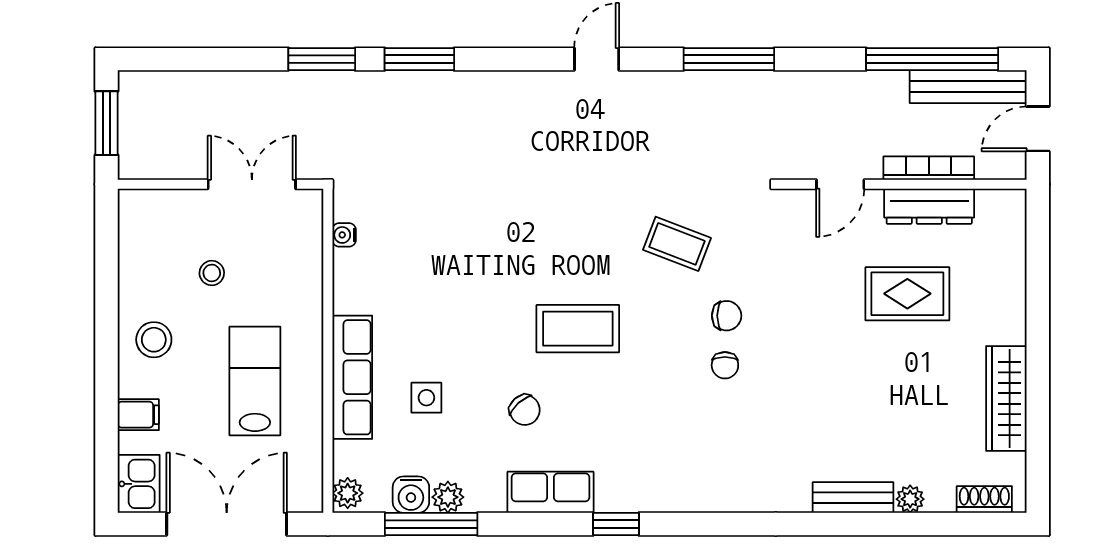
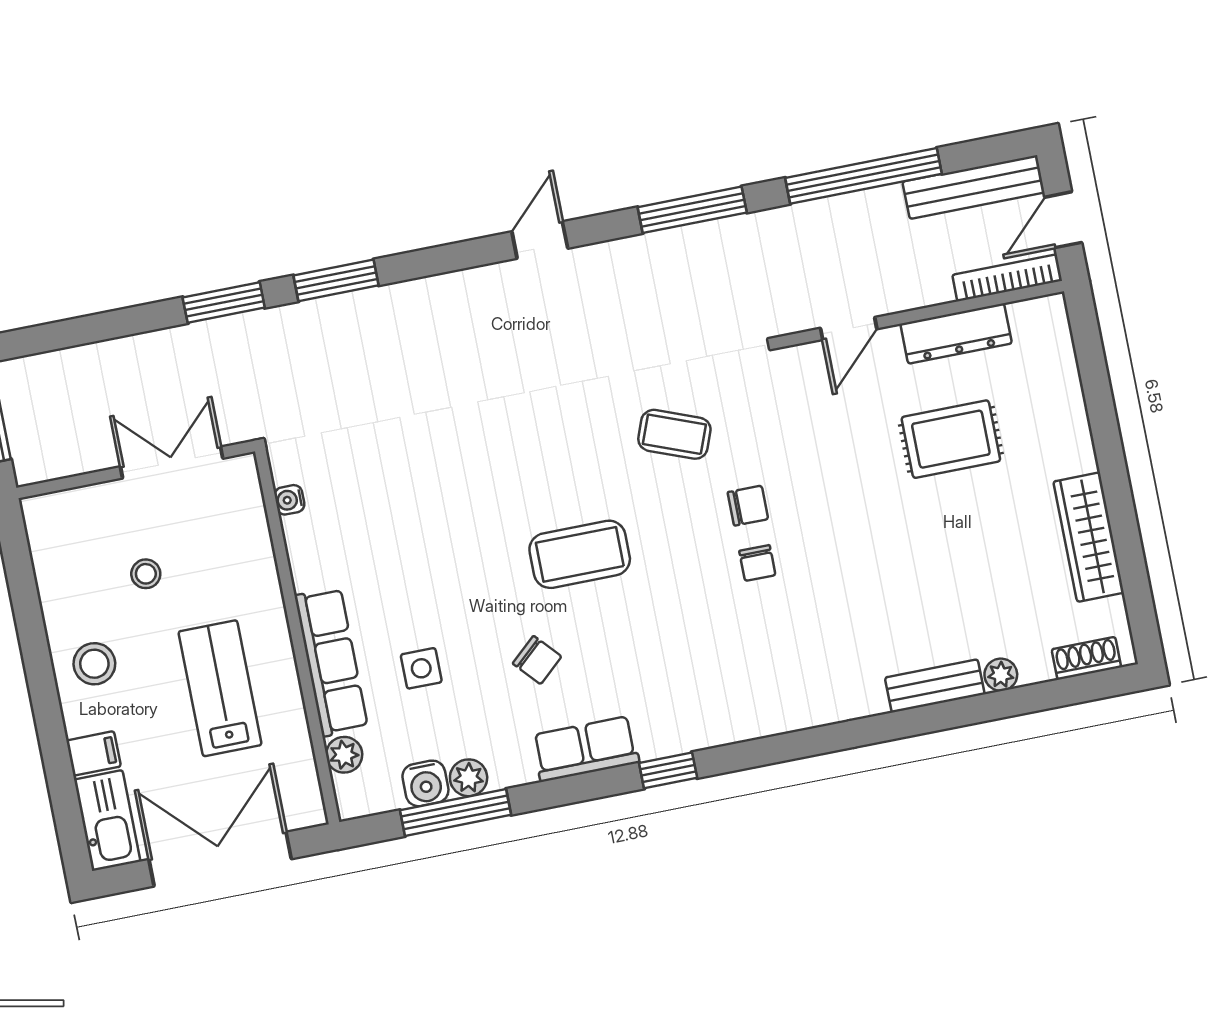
window: (932, 59) -> (864, 176), moved
bookcase: (929, 168) -> (1007, 278), moved
kitchen sink: (139, 484) -> (107, 821), width x1.38
plant: (348, 493) -> (344, 755), moved

